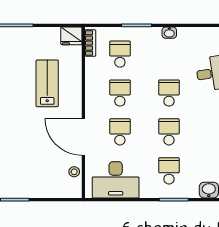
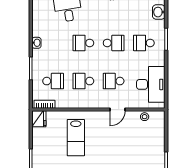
school desk: (120, 54) -> (53, 81), turned 180
lab bench: (47, 83) -> (76, 138), turned -90
school desk: (169, 132) -> (114, 43), turned 180
door: (83, 137) -> (118, 110), width x0.53

